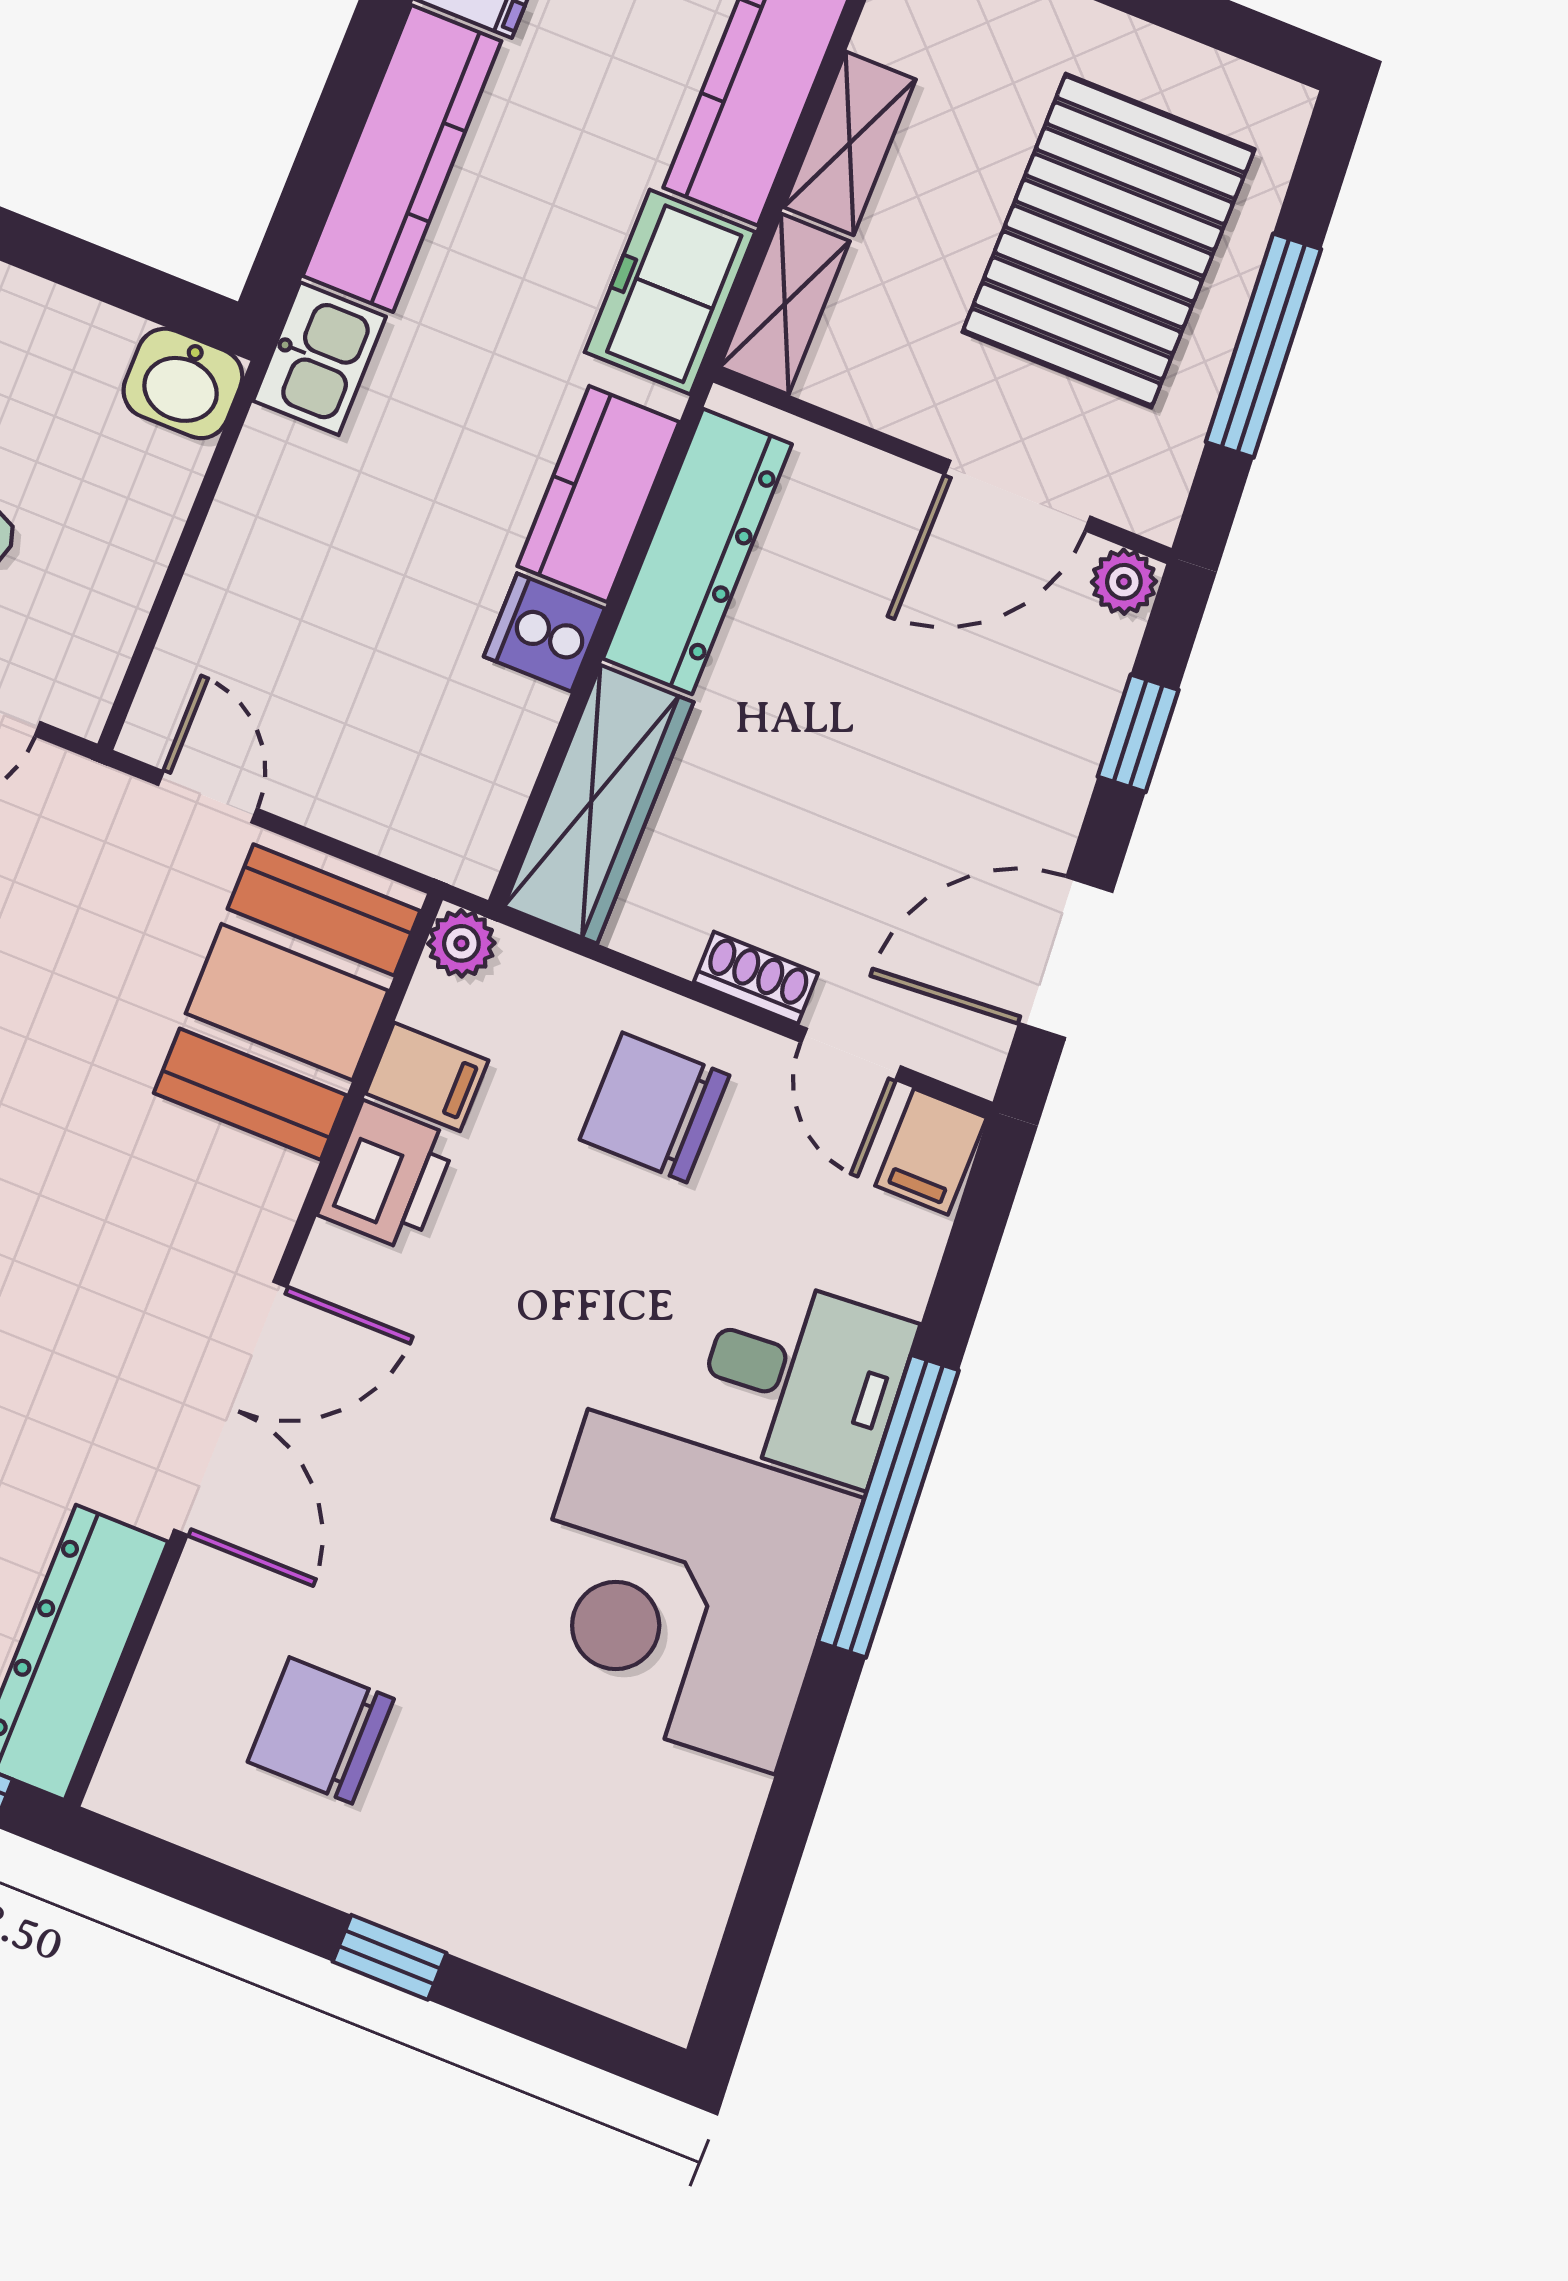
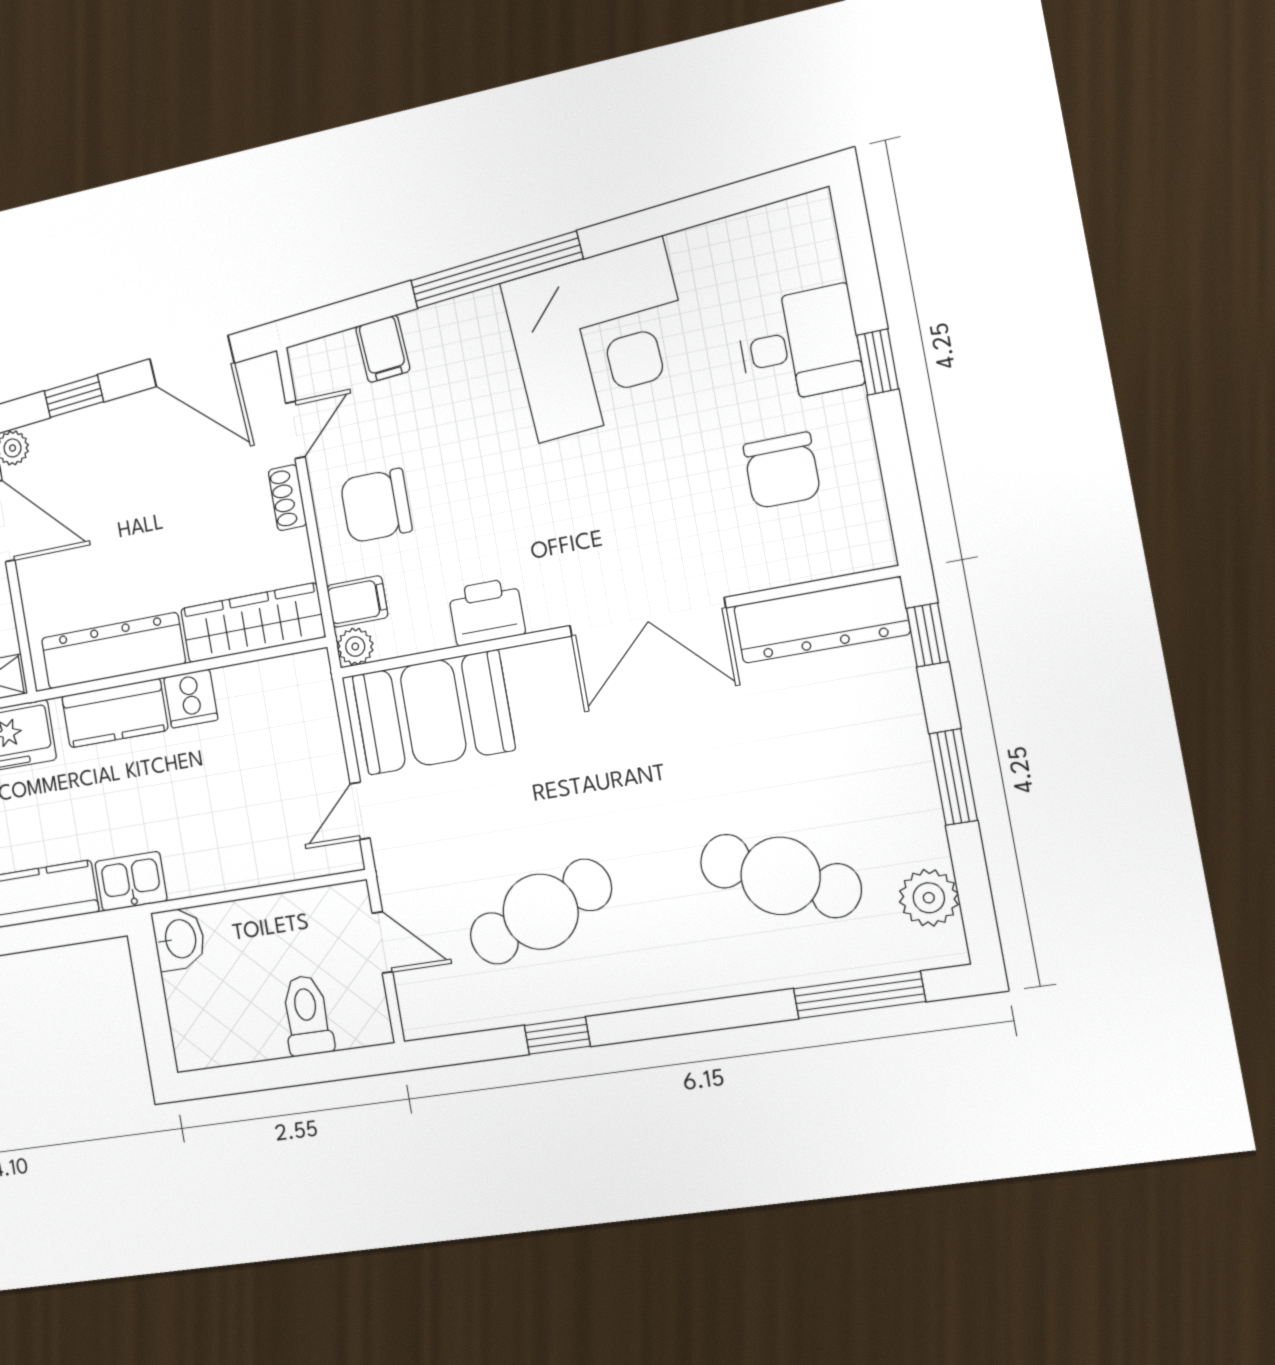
filing cabinet: (427, 1077) -> (357, 602), moved, turned 90
chair: (655, 1107) -> (376, 506), turned 90
filing cabinet: (931, 1152) -> (383, 349), moved, turned 86
desk: (803, 1379) -> (799, 345), moved, turned 94
double door: (230, 1408) -> (647, 617), swing flipped

